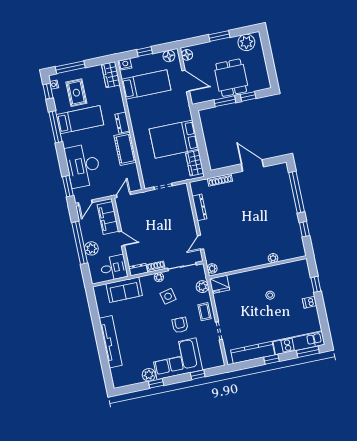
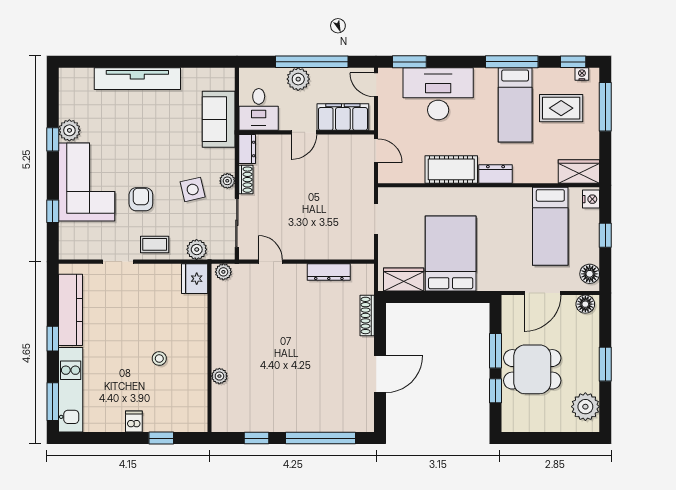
armchair: (180, 325) -> (141, 199), turned -90

